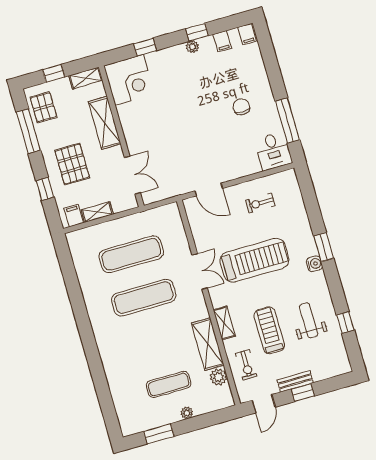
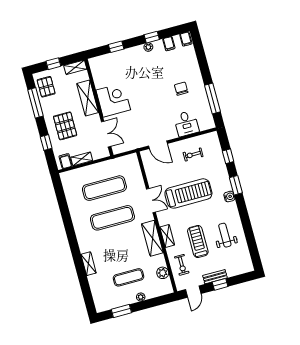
corner desk: (129, 80) -> (113, 100), moved, turned -90
desk: (273, 151) -> (186, 124), moved
window: (345, 323) -> (228, 156), moved
shelving: (208, 344) -> (152, 238), moved
shelving: (110, 365) -> (89, 264), added

